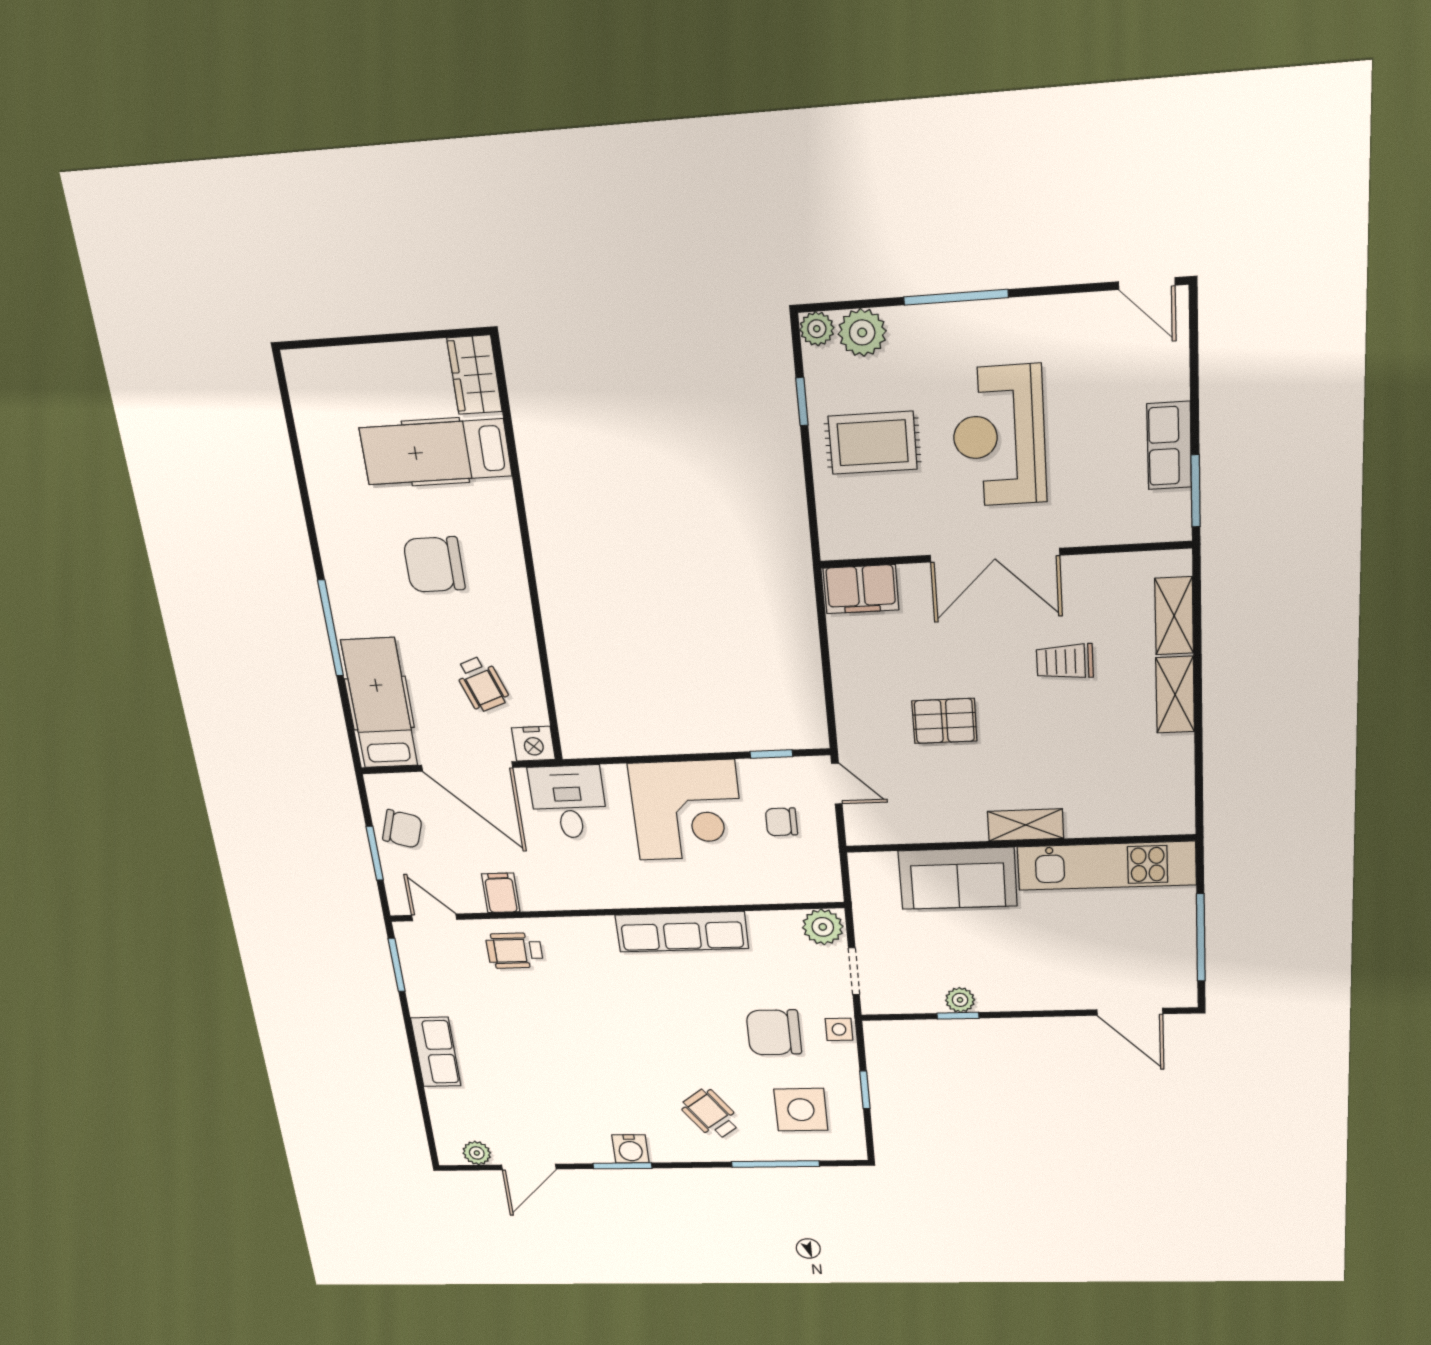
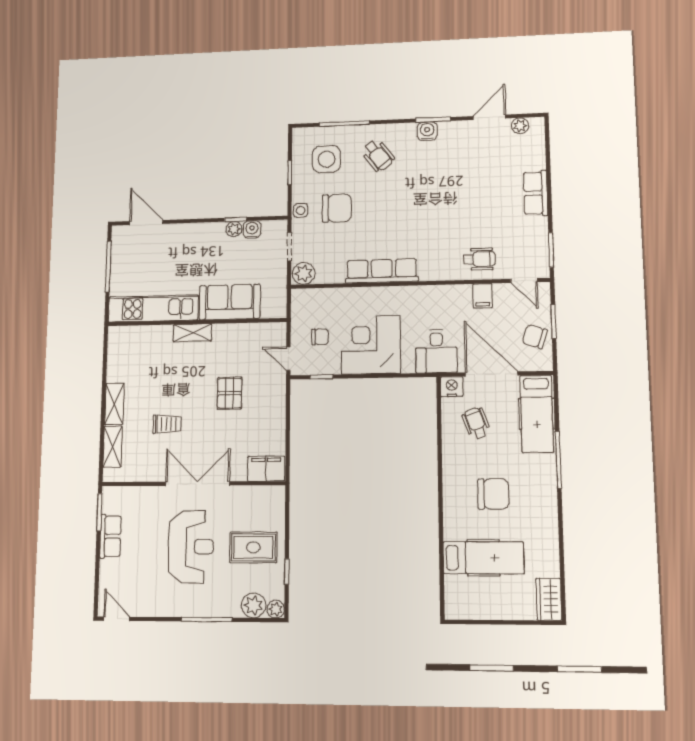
wardrobe: (475, 375) -> (549, 599), moved, turned 180
pallet: (944, 721) -> (230, 393), turned 90
water cooler: (926, 999) -> (252, 229), added

